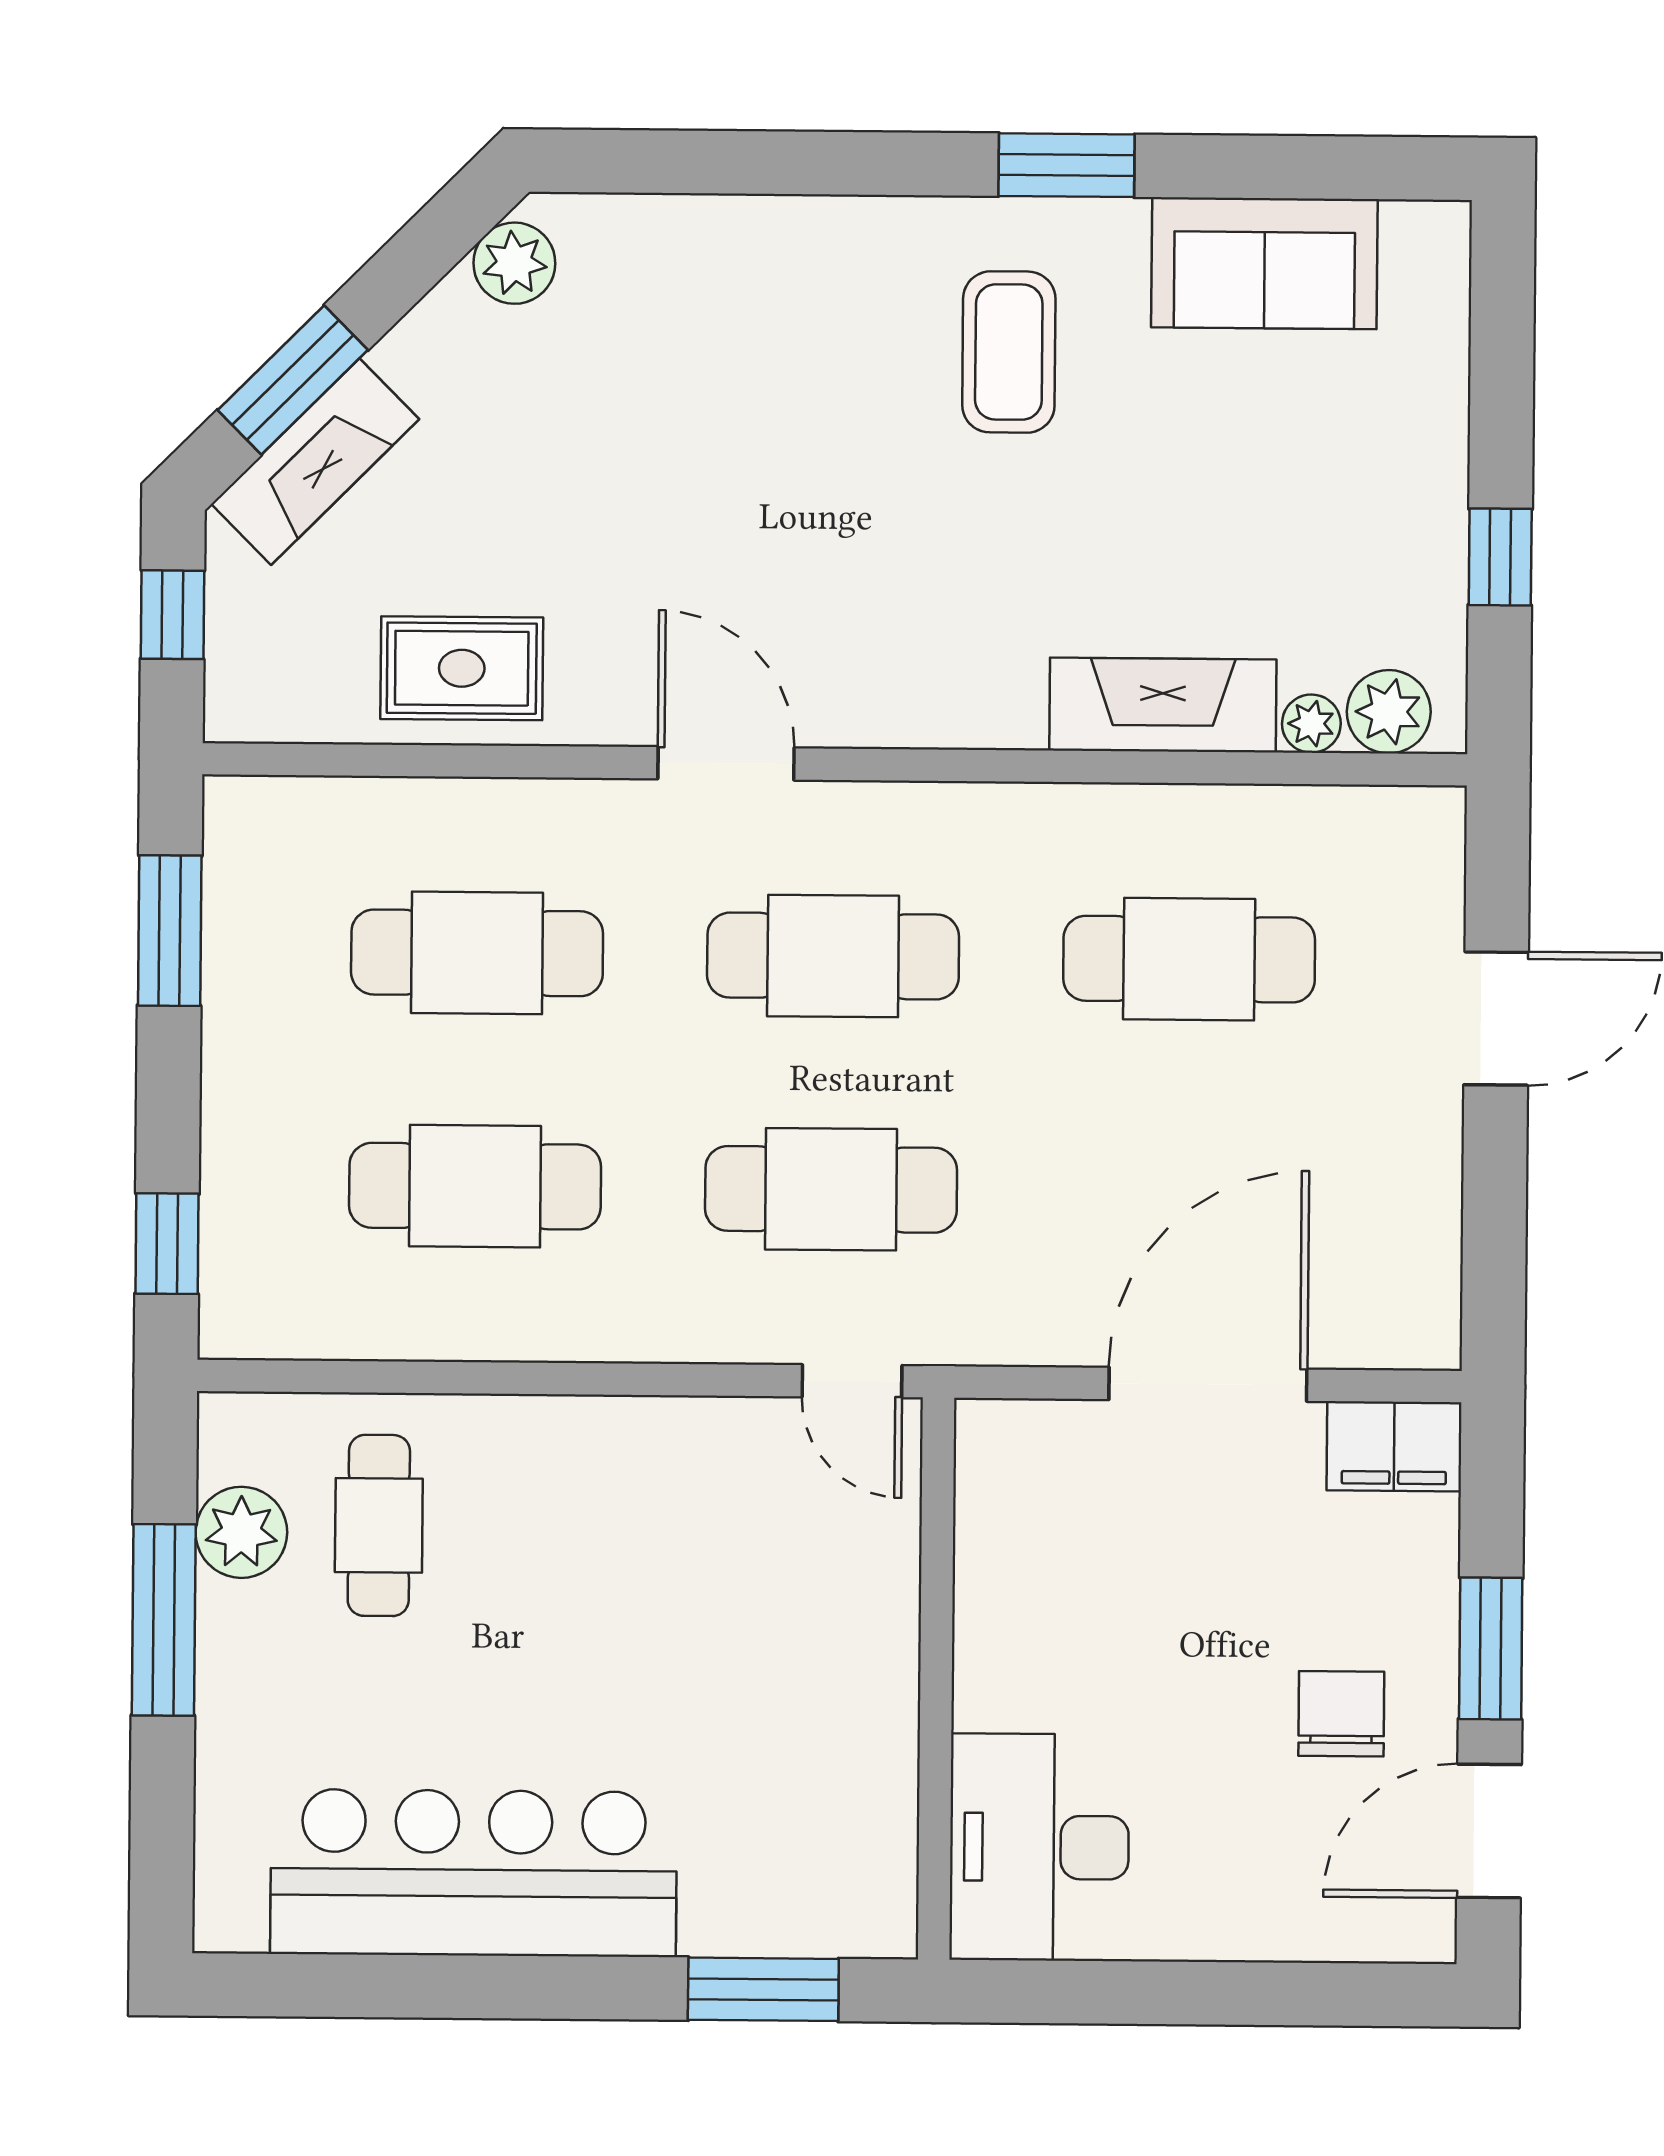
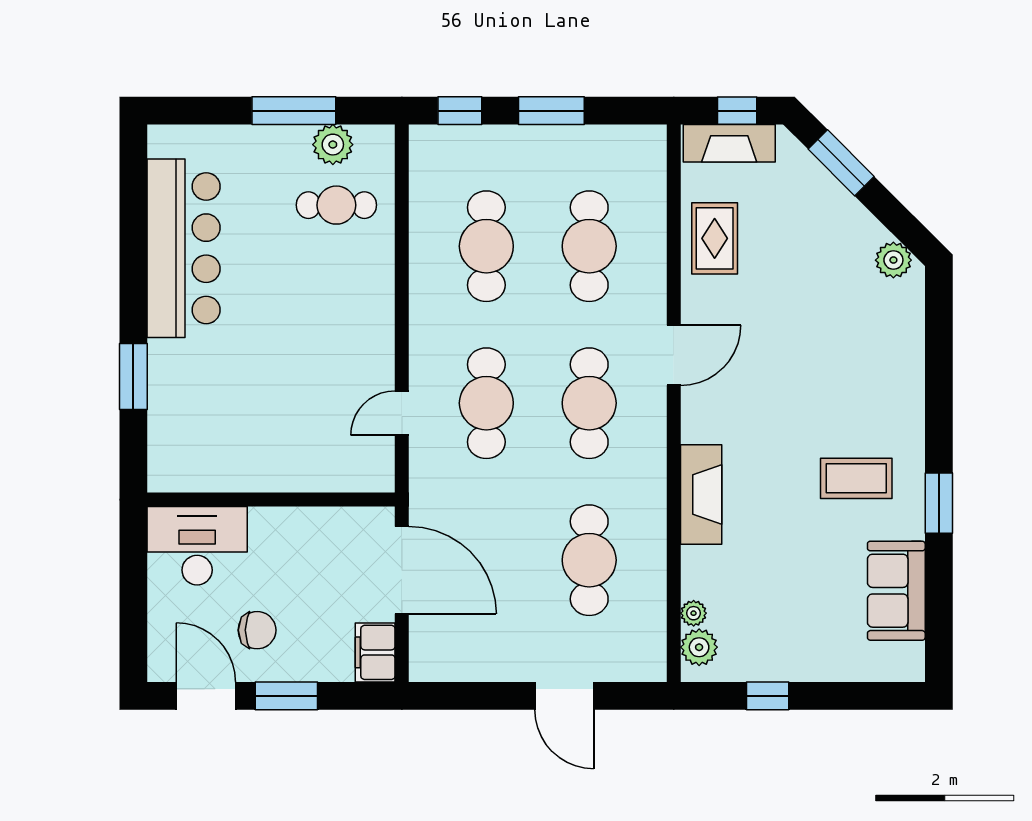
fireplace: (315, 462) -> (729, 143), moved, turned -45
fireplace: (1163, 705) -> (701, 495), moved
window: (170, 931) -> (551, 111), moved
wall: (936, 1679) -> (271, 500), moved
desk: (1039, 1847) -> (197, 546), moved

